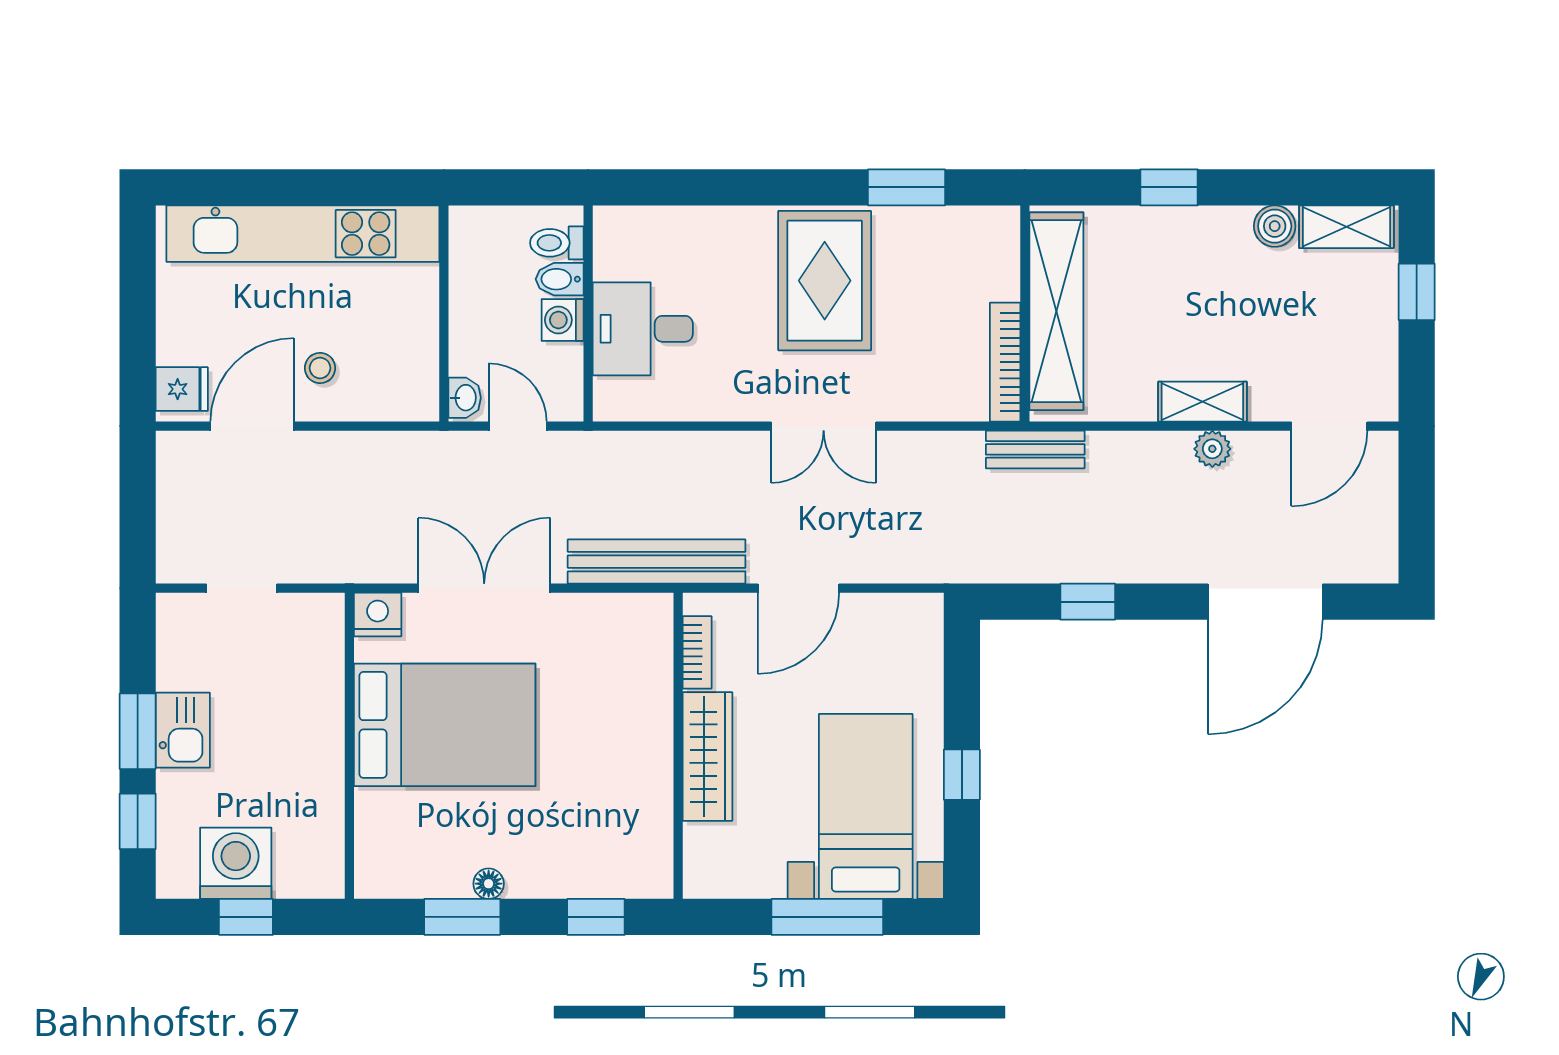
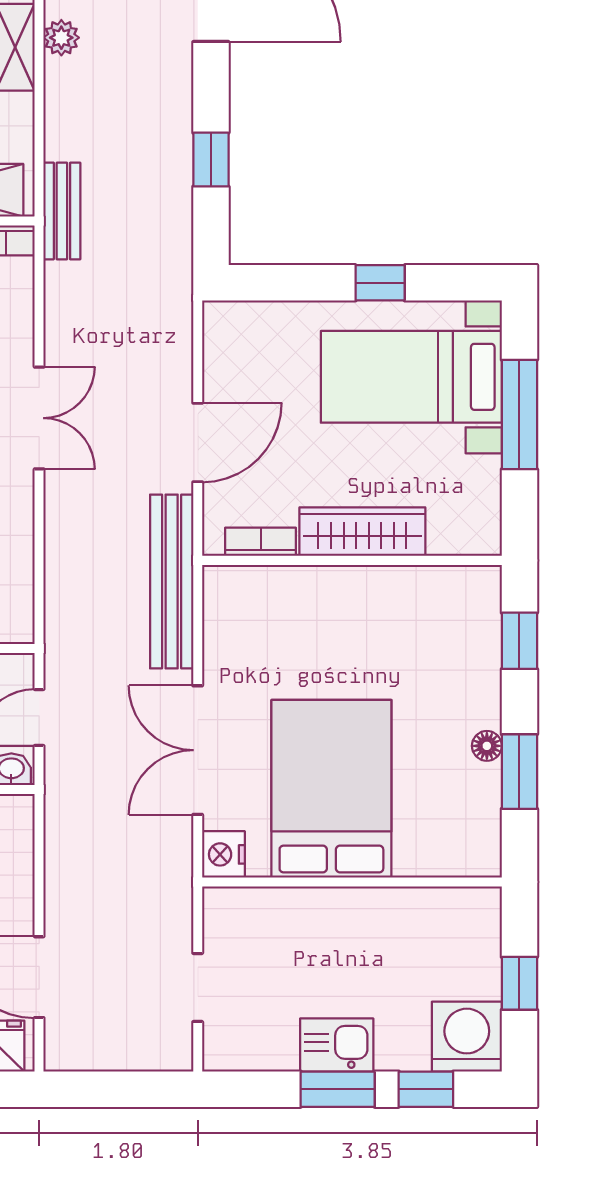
door: (799, 588) -> (198, 442), hinge flipped
washing machine: (236, 863) -> (467, 1037), moved, turned 90

